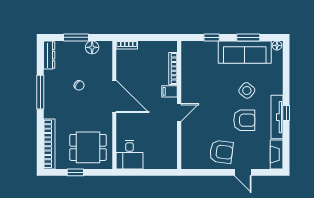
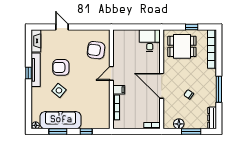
armchair: (221, 152) -> (96, 50), moved

